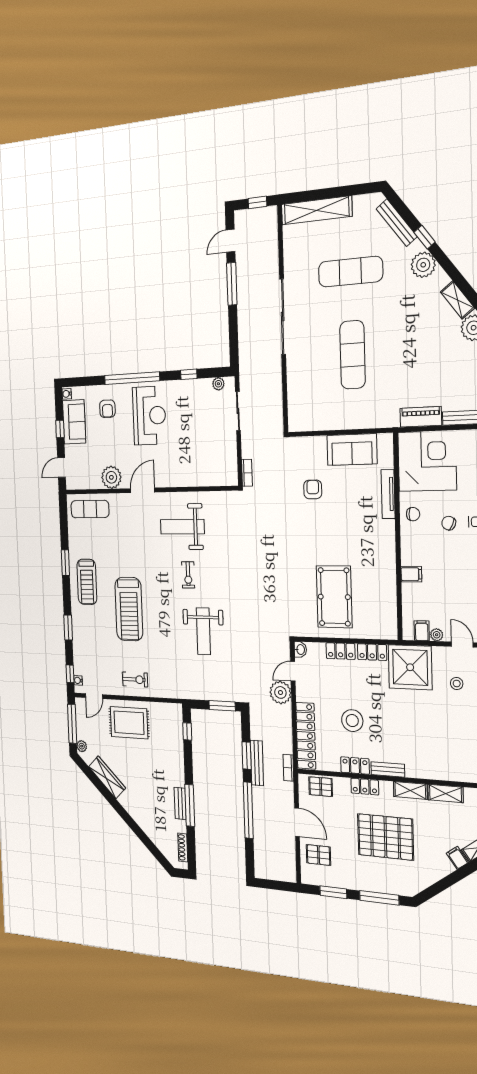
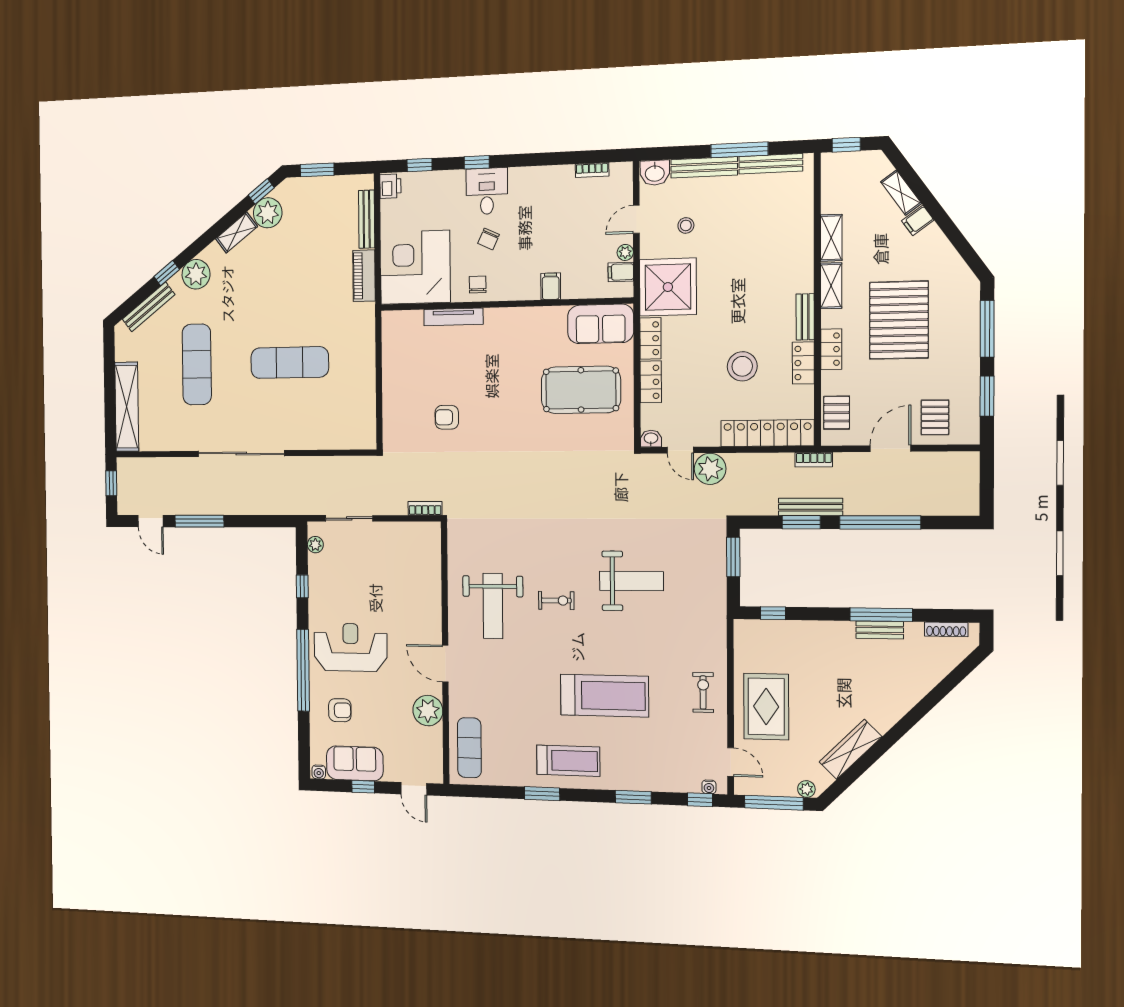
sofa: (352, 450) -> (601, 324), moved, turned 90

